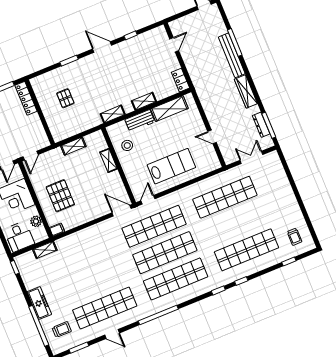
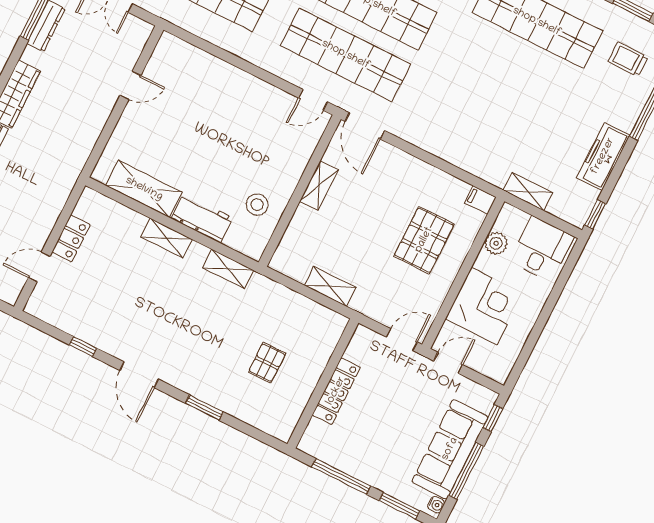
locker: (180, 80) -> (71, 238), moved
locker: (26, 98) -> (336, 391), moved
door: (212, 137) -> (130, 85), hinge flipped
shelving: (109, 160) -> (319, 185), moved
lab bench: (171, 166) -> (230, 109), removed
freezer: (39, 303) -> (603, 156), moved

